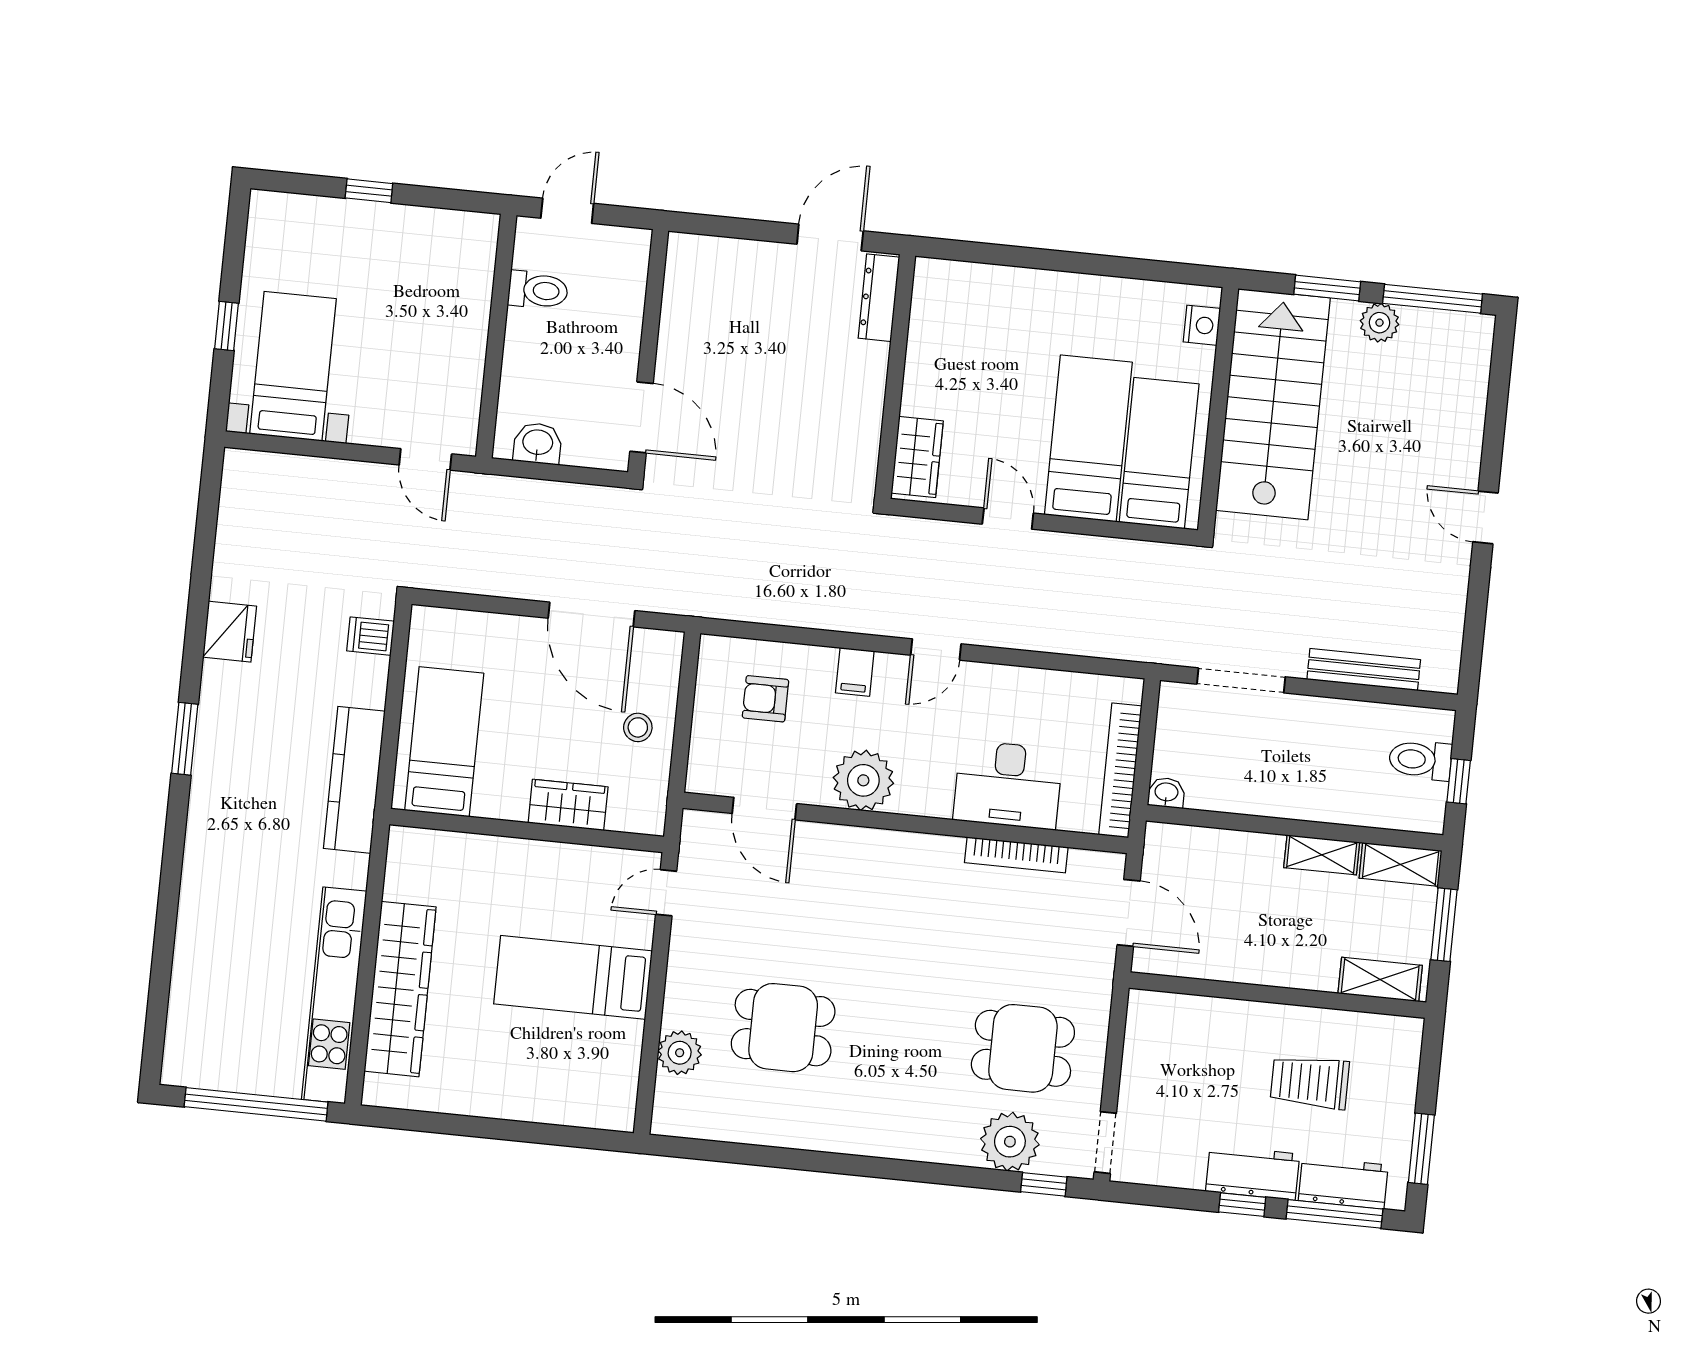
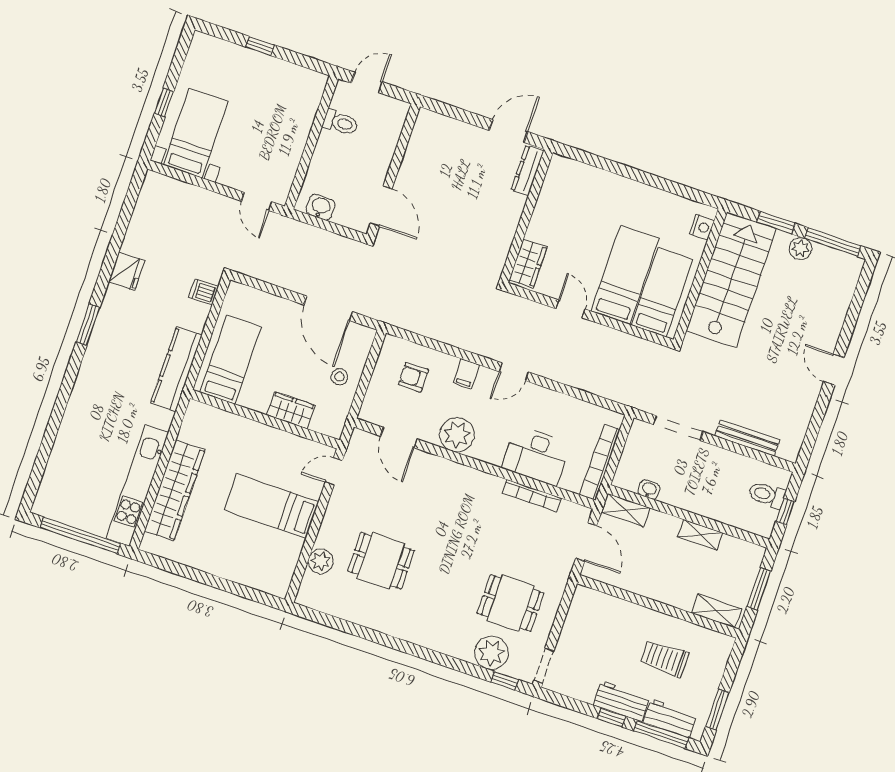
washbasin: (1166, 793) -> (649, 490), moved
shelving: (1401, 864) -> (626, 510), moved

